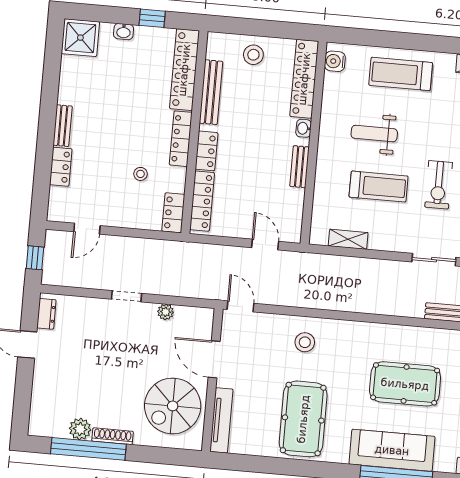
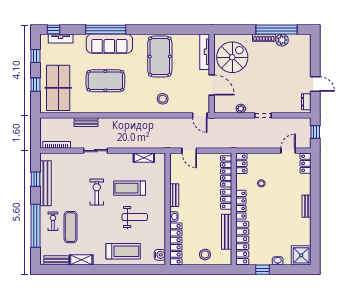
locker: (61, 167) -> (306, 163), moved

